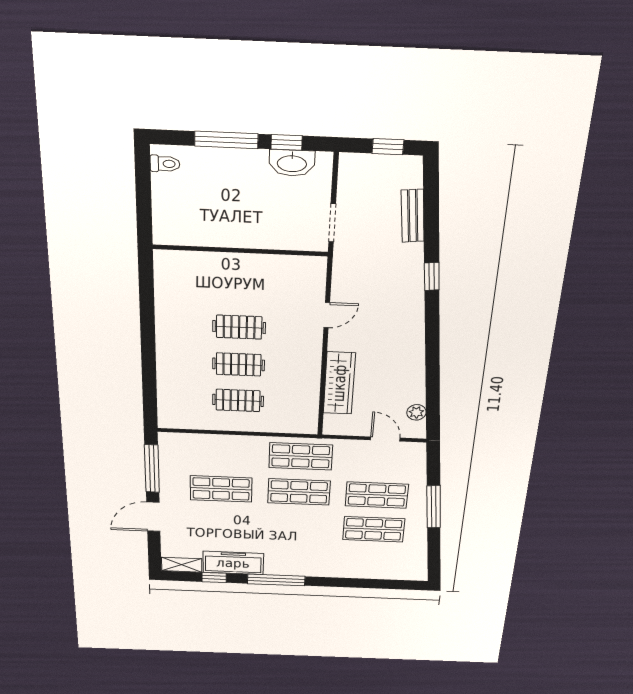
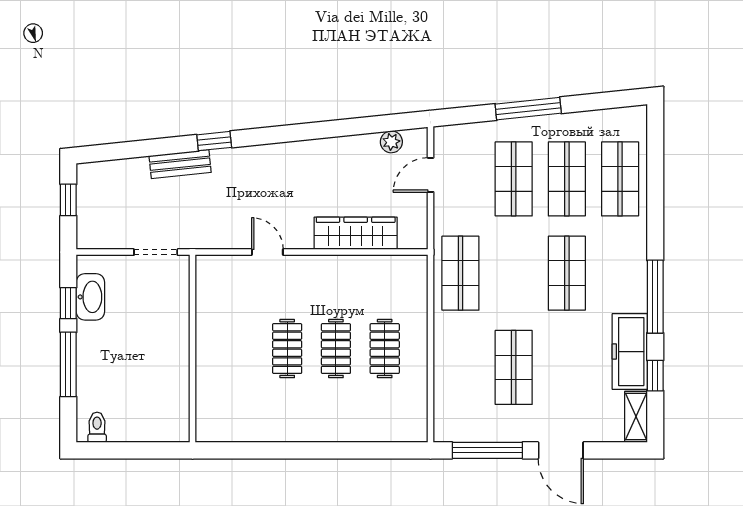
bench: (413, 216) -> (180, 164), moved
shop shelf: (299, 492) -> (567, 273), moved
shop shelf: (371, 562) -> (620, 179), added

